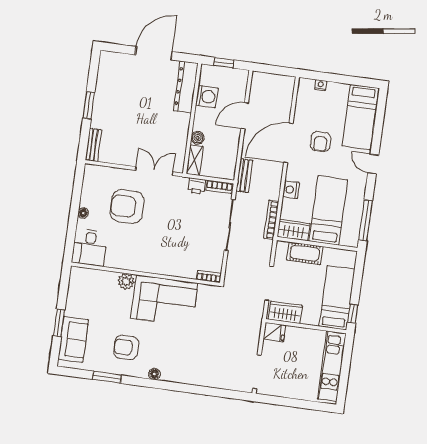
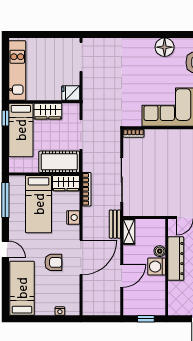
dresser: (186, 87) -> (176, 259), moved
washing machine: (207, 97) -> (157, 267), moved
armchair: (321, 142) -> (53, 262), turned 90
shelving: (195, 160) -> (129, 232), moved
printer: (197, 186) -> (155, 210), removed
bookcase: (219, 187) -> (135, 212), removed
cot: (305, 253) -> (59, 162), width x1.37, depth x1.34
wardrobe: (285, 312) -> (48, 111), moved
floor lamp: (154, 374) -> (165, 47), width x1.89, depth x1.89

